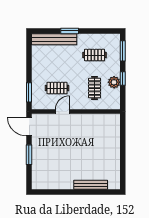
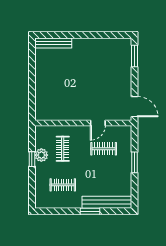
window: (123, 51) -> (32, 189), removed
window: (29, 92) -> (134, 162), moved
window: (29, 155) -> (134, 56), moved
bench: (91, 185) -> (53, 43), moved

